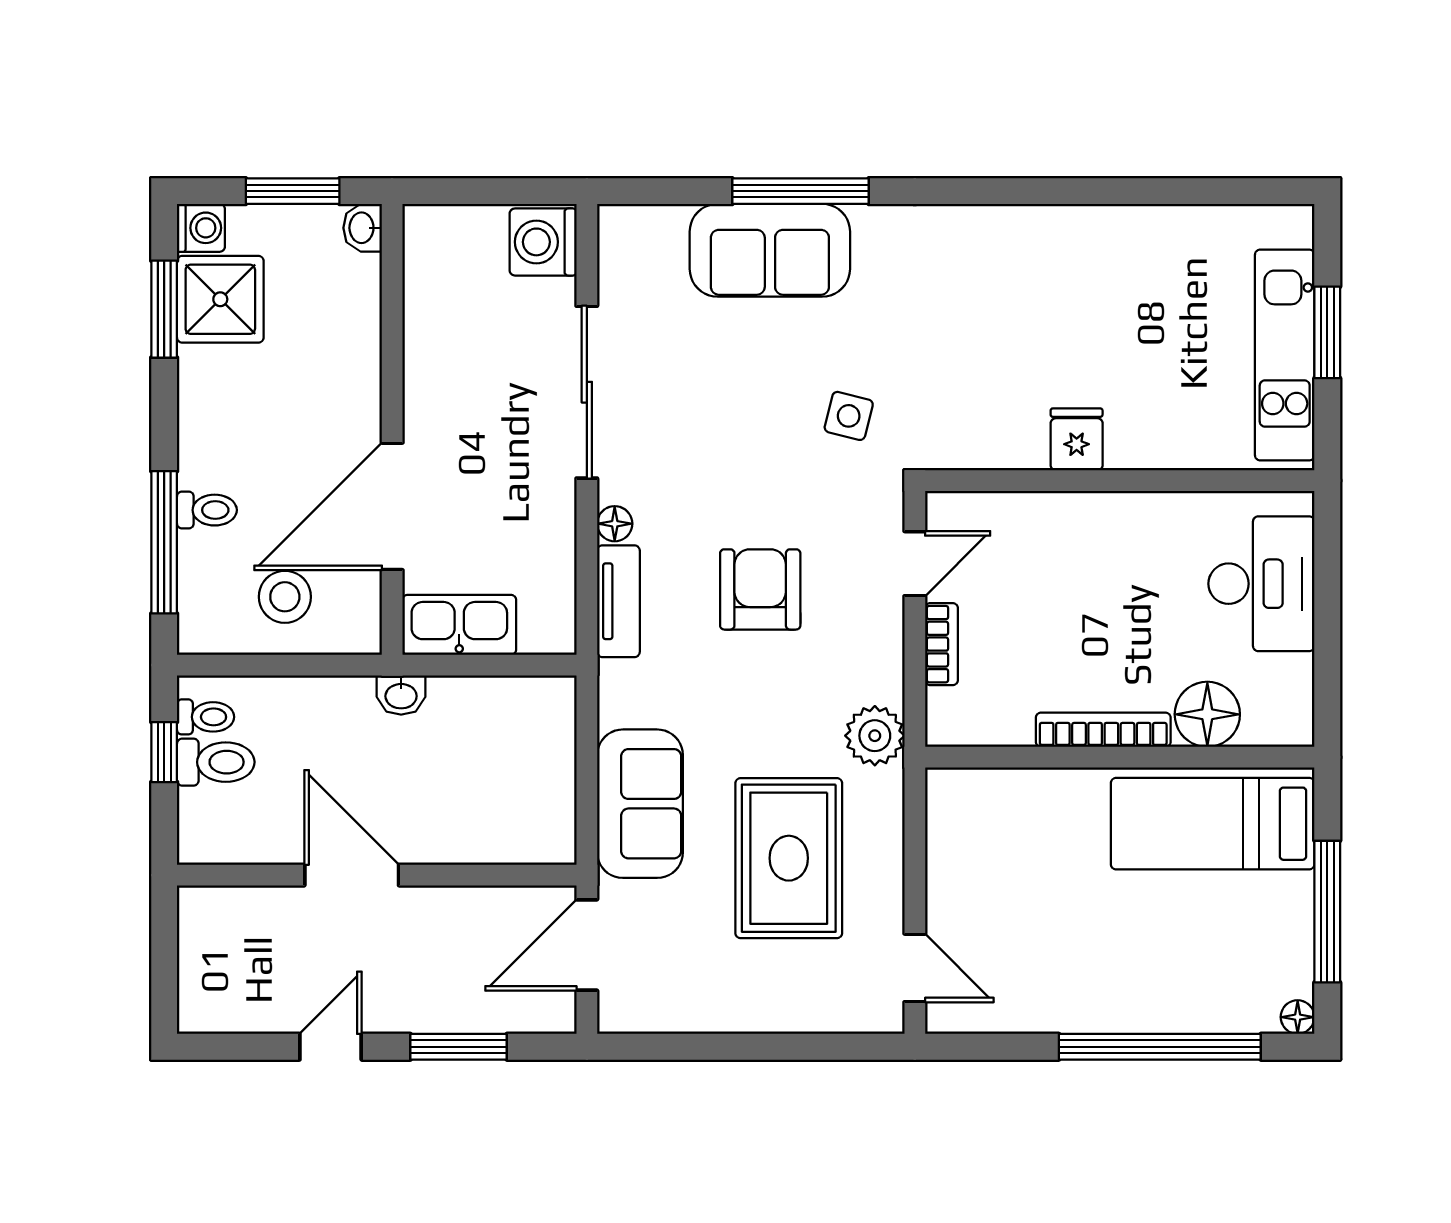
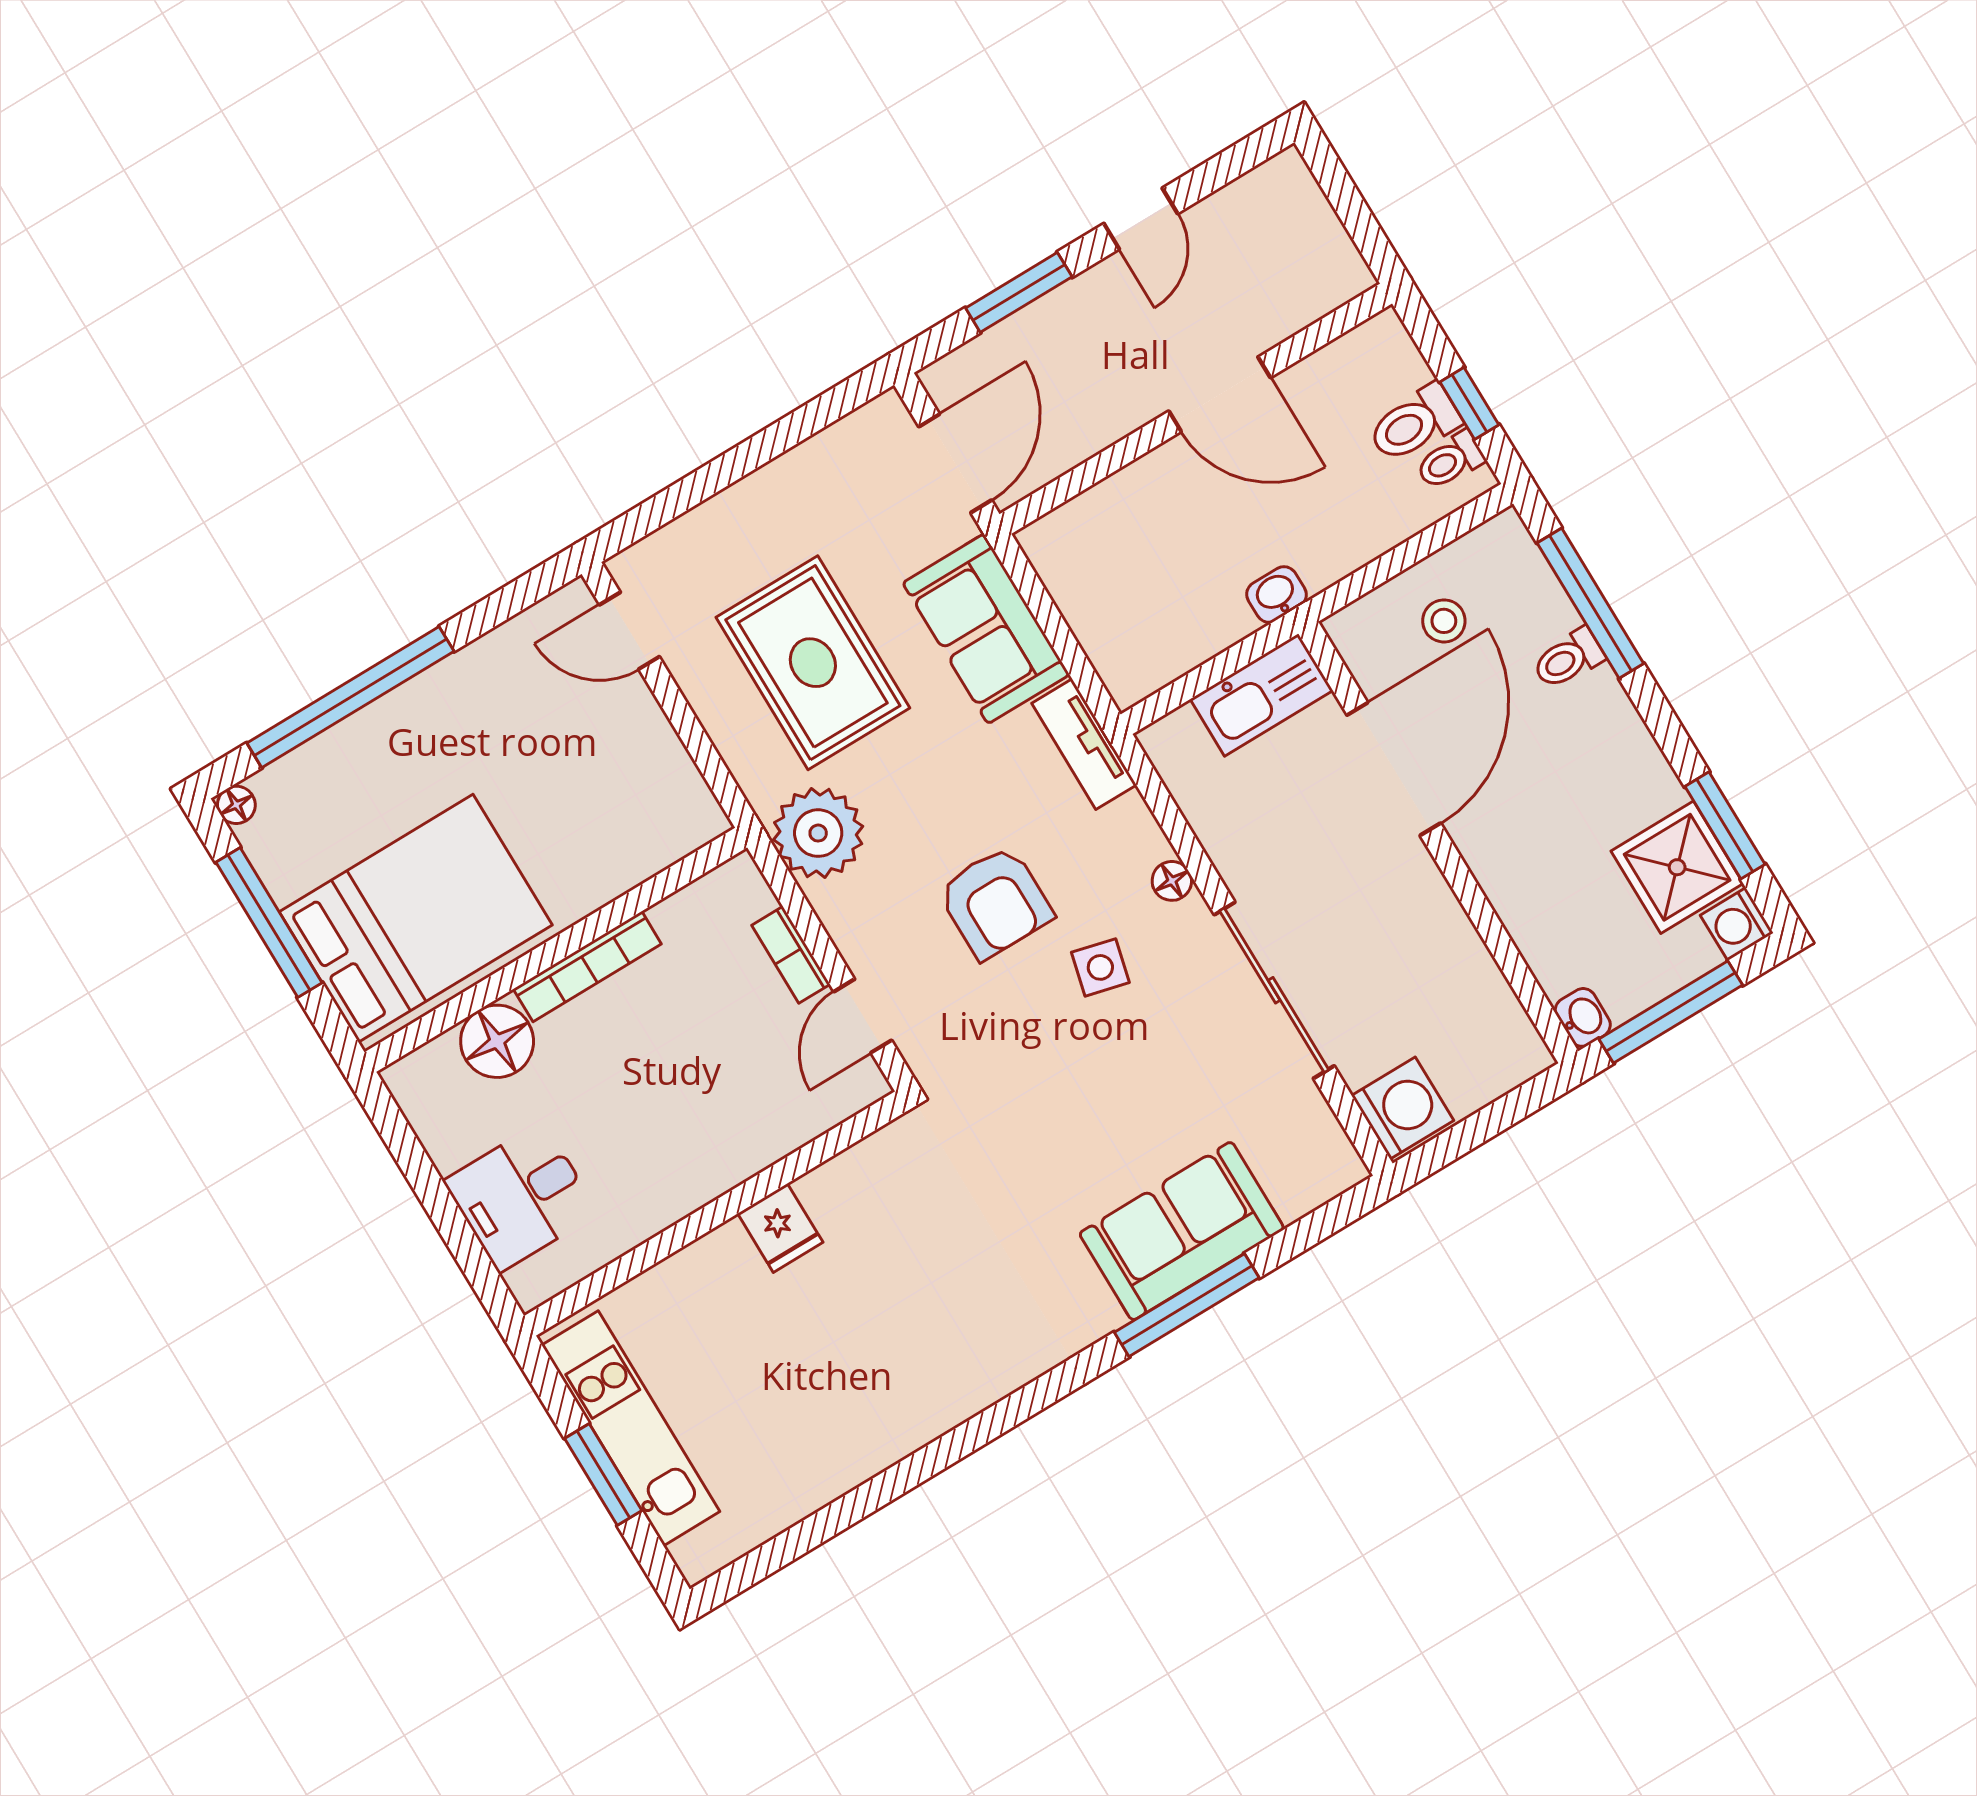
window: (293, 191) -> (1671, 1012), width x1.44
side table: (849, 416) -> (1100, 967), moved
desk: (1261, 584) -> (521, 1197), width x0.73
stool: (285, 597) -> (1444, 621), width x0.73, depth x0.73
tv unit: (618, 601) -> (1084, 744), moved
plant: (875, 736) -> (818, 833), width x1.36, depth x1.36
bed: (1213, 824) -> (416, 918), width x1.50

